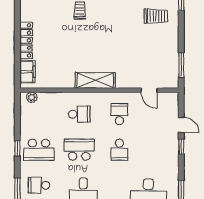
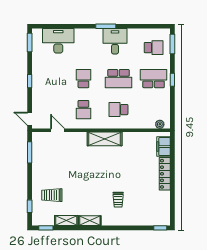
door: (181, 125) -> (30, 119), moved

